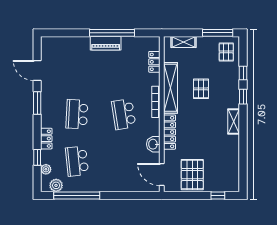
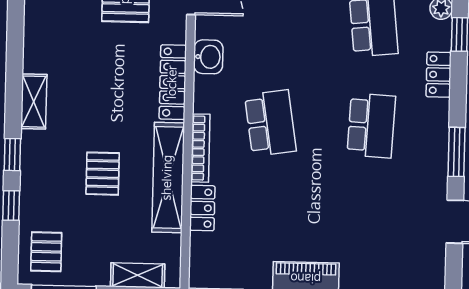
locker: (154, 62) -> (202, 208), moved

